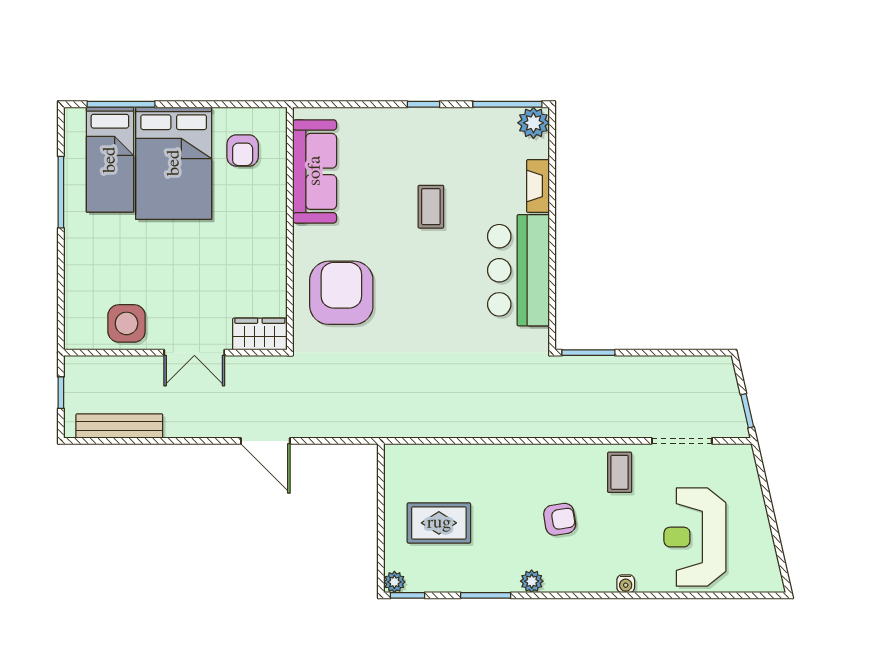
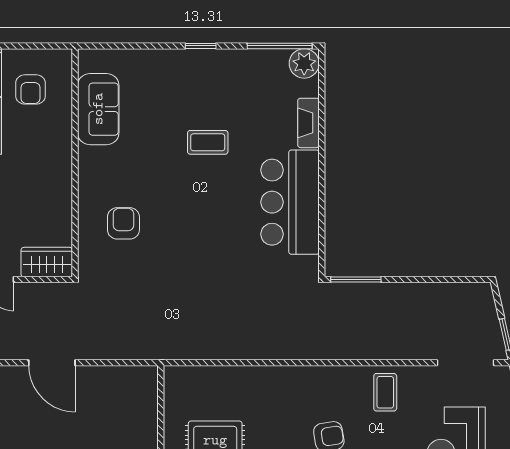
sofa: (315, 171) -> (98, 109), width x0.73
coffee table: (431, 207) -> (208, 142), turned 90
armchair: (341, 293) -> (123, 223), width x0.53, depth x0.53
doorway: (682, 441) -> (466, 363), moved

